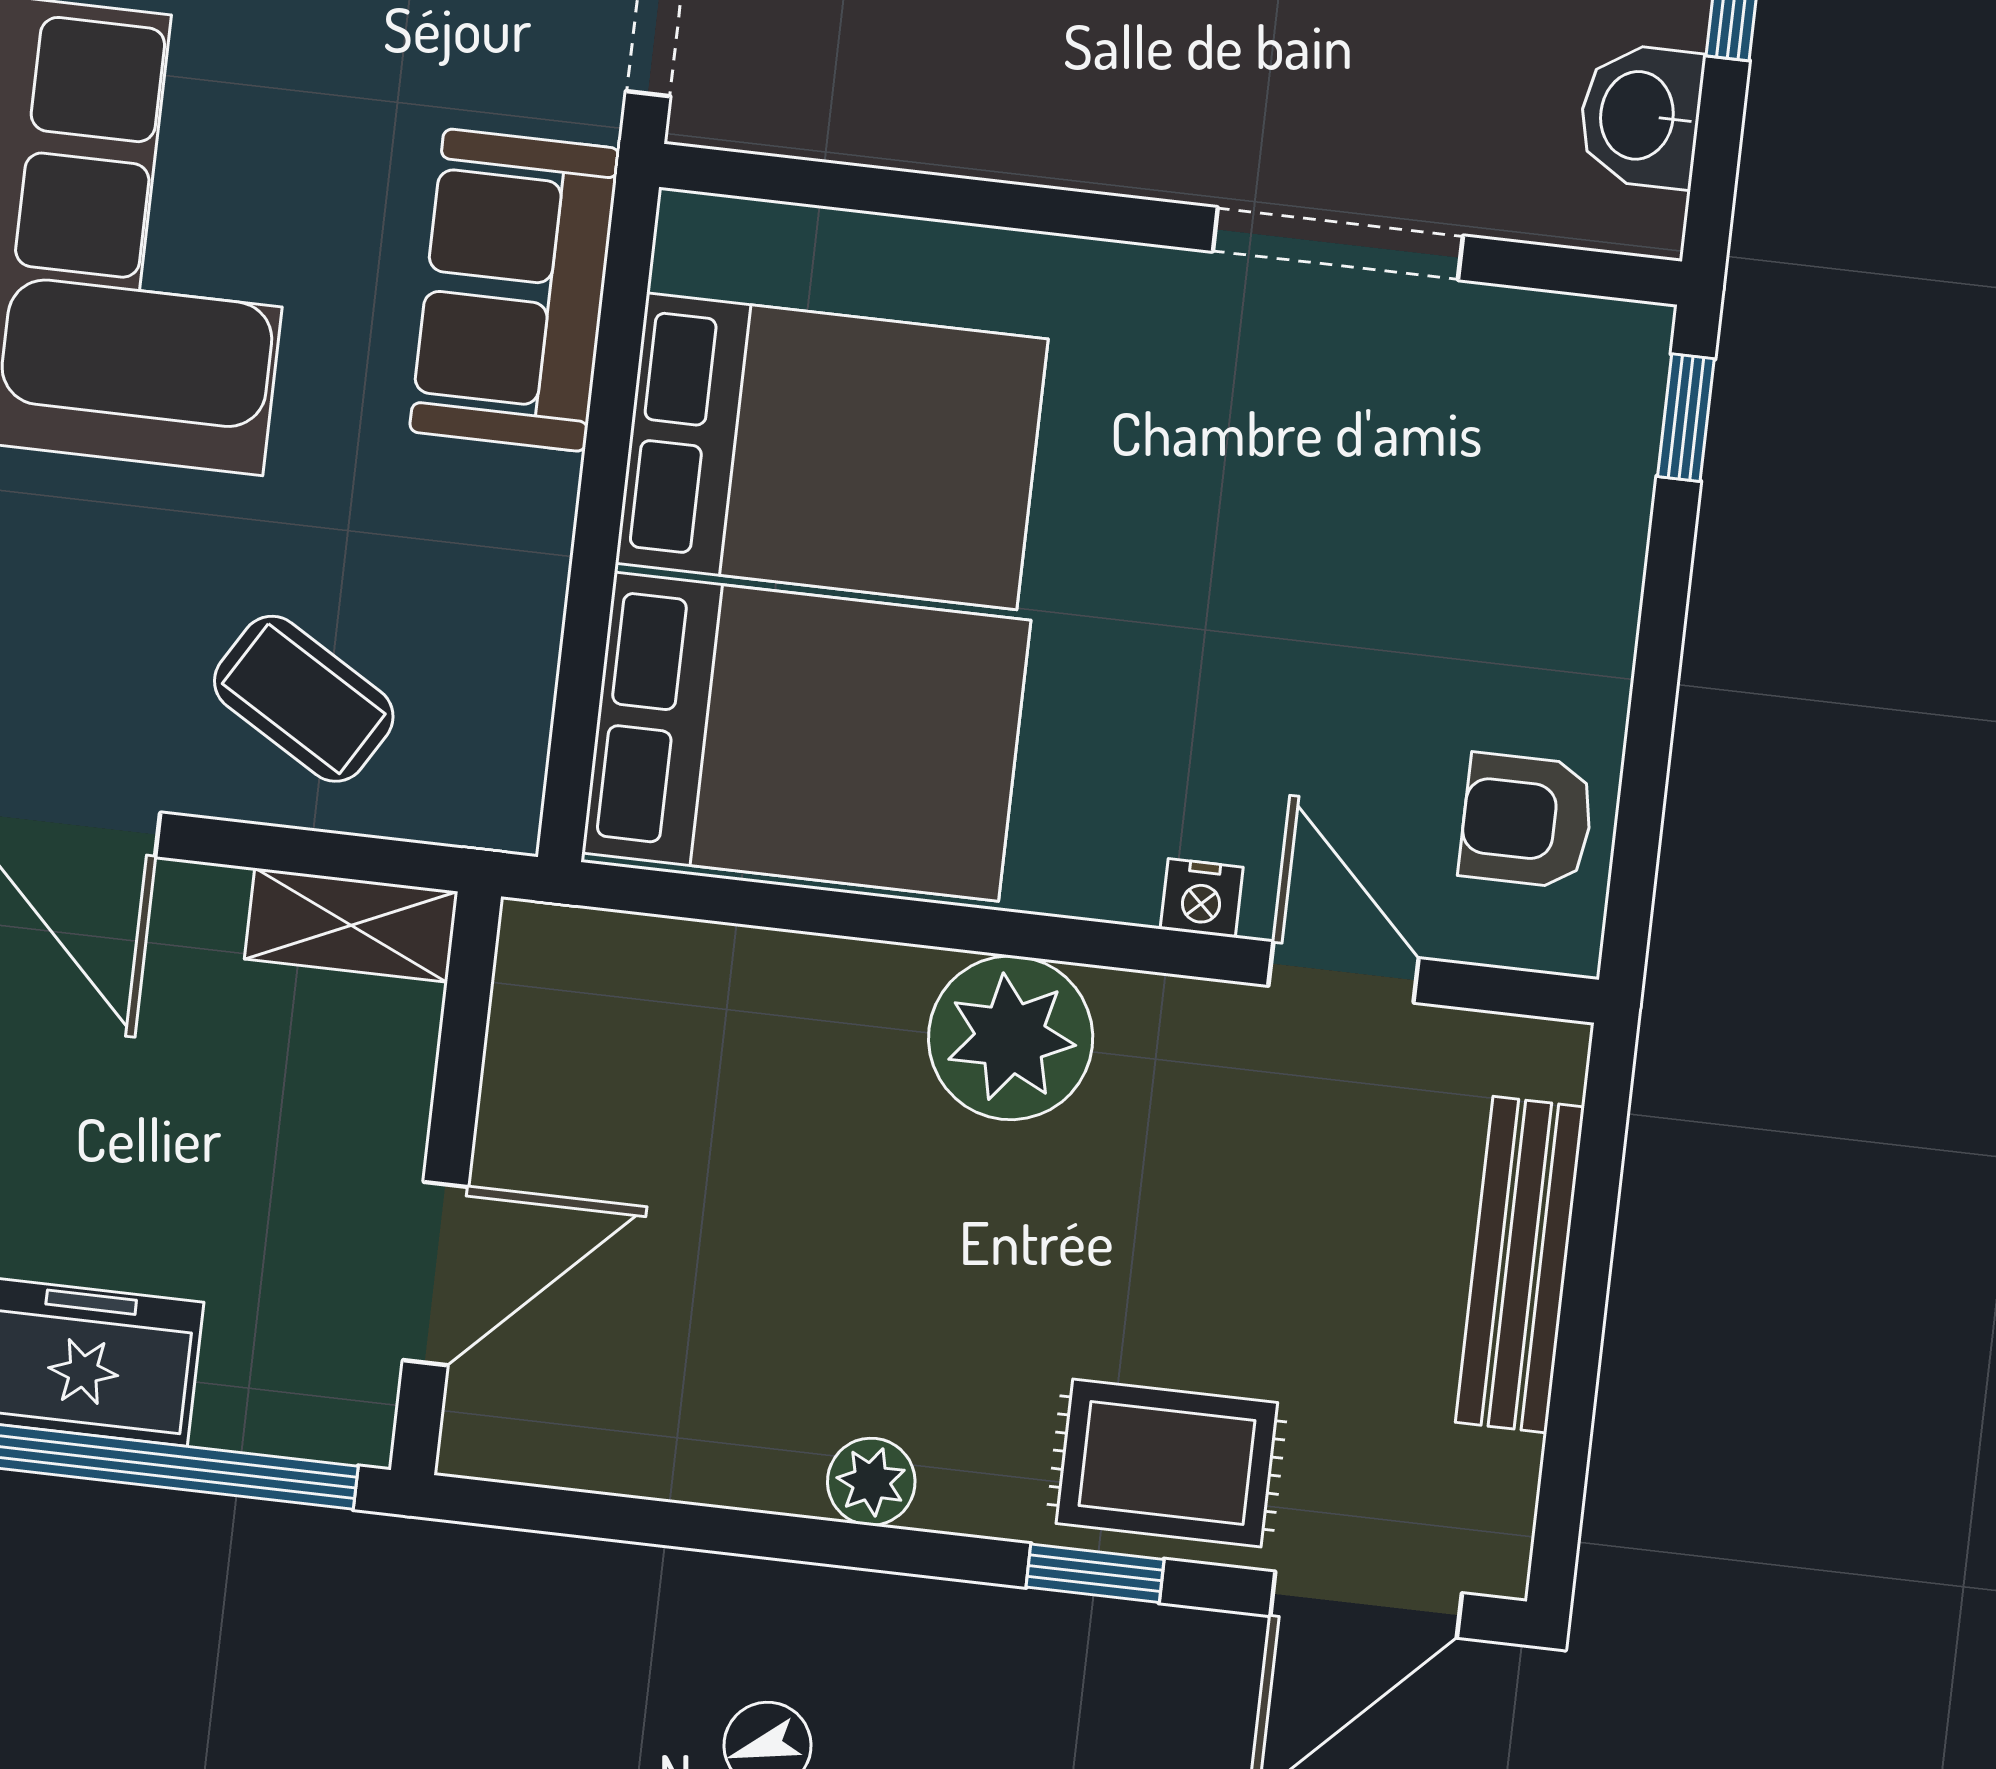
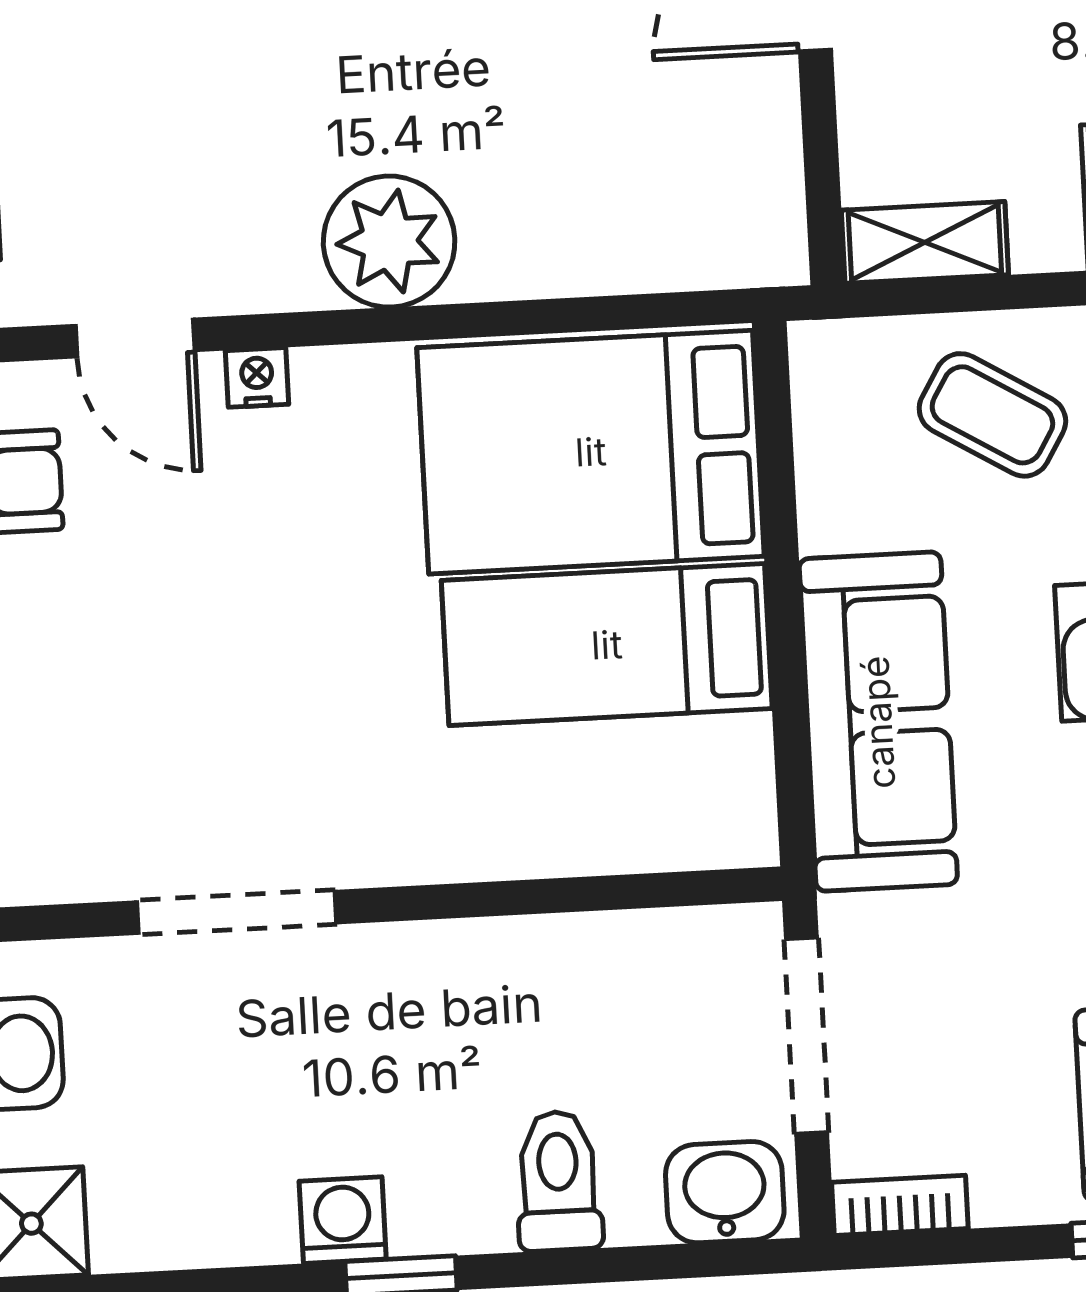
sofa: (515, 290) -> (878, 722), width x1.36
bed: (832, 451) -> (607, 645), width x0.67

